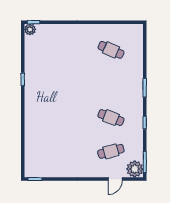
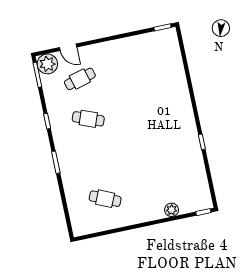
plant: (30, 29) -> (172, 210), moved
door: (115, 179) -> (68, 47), swing flipped

